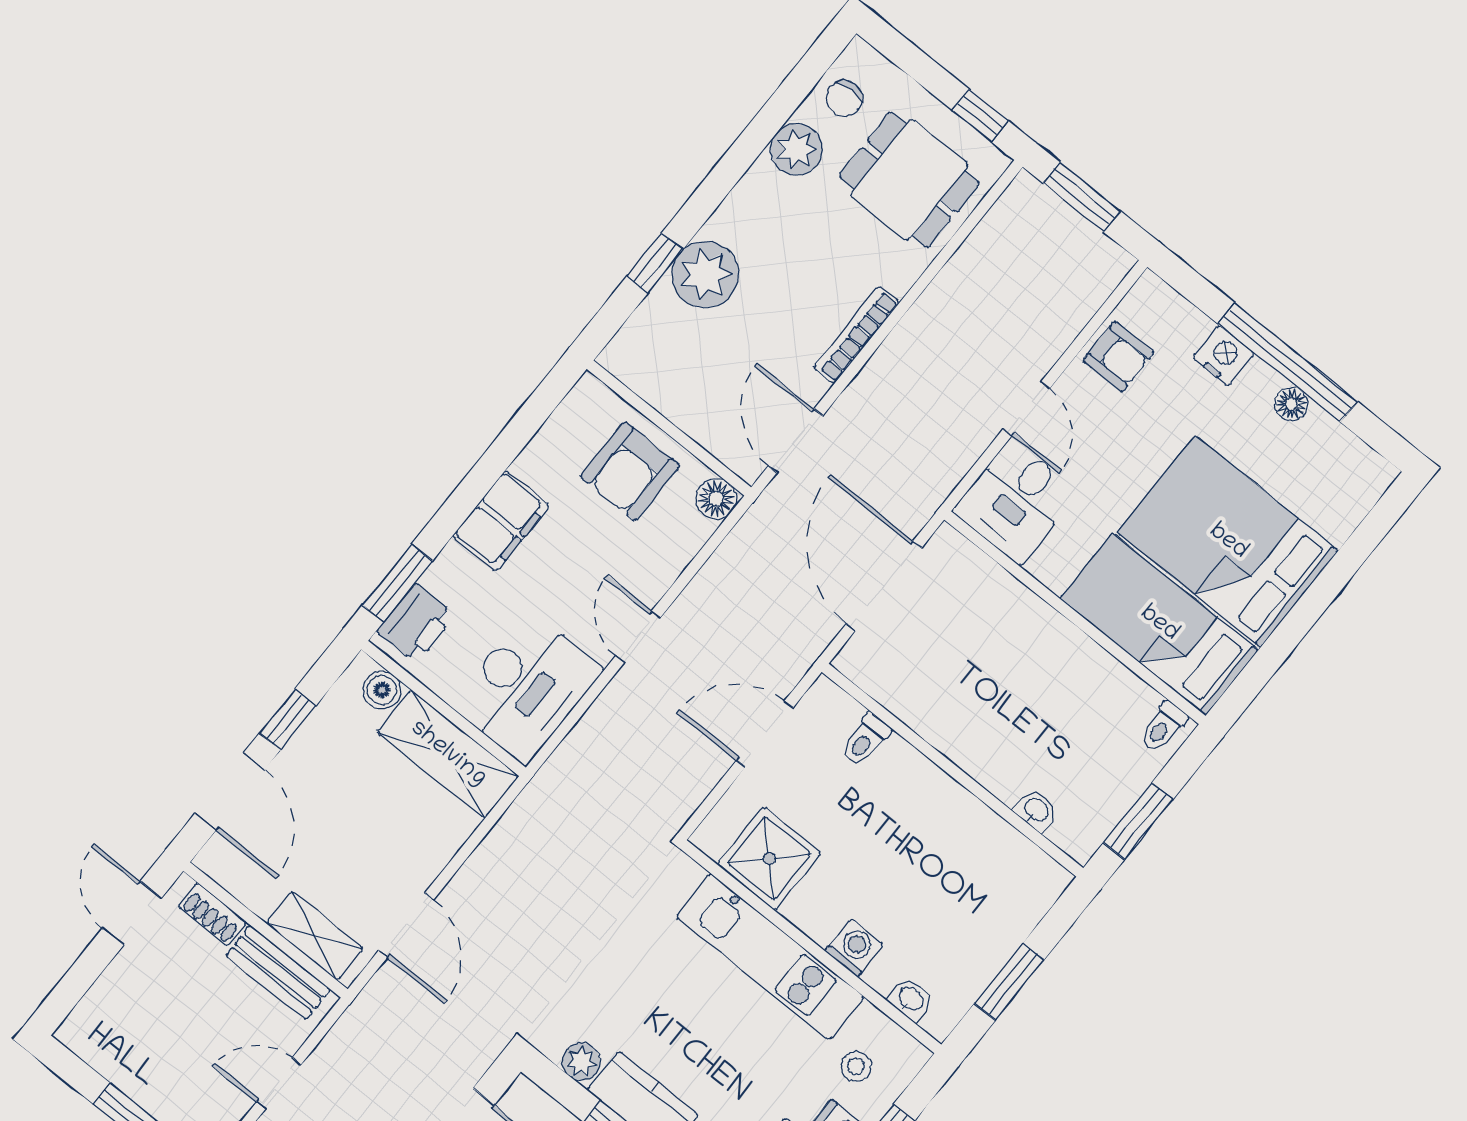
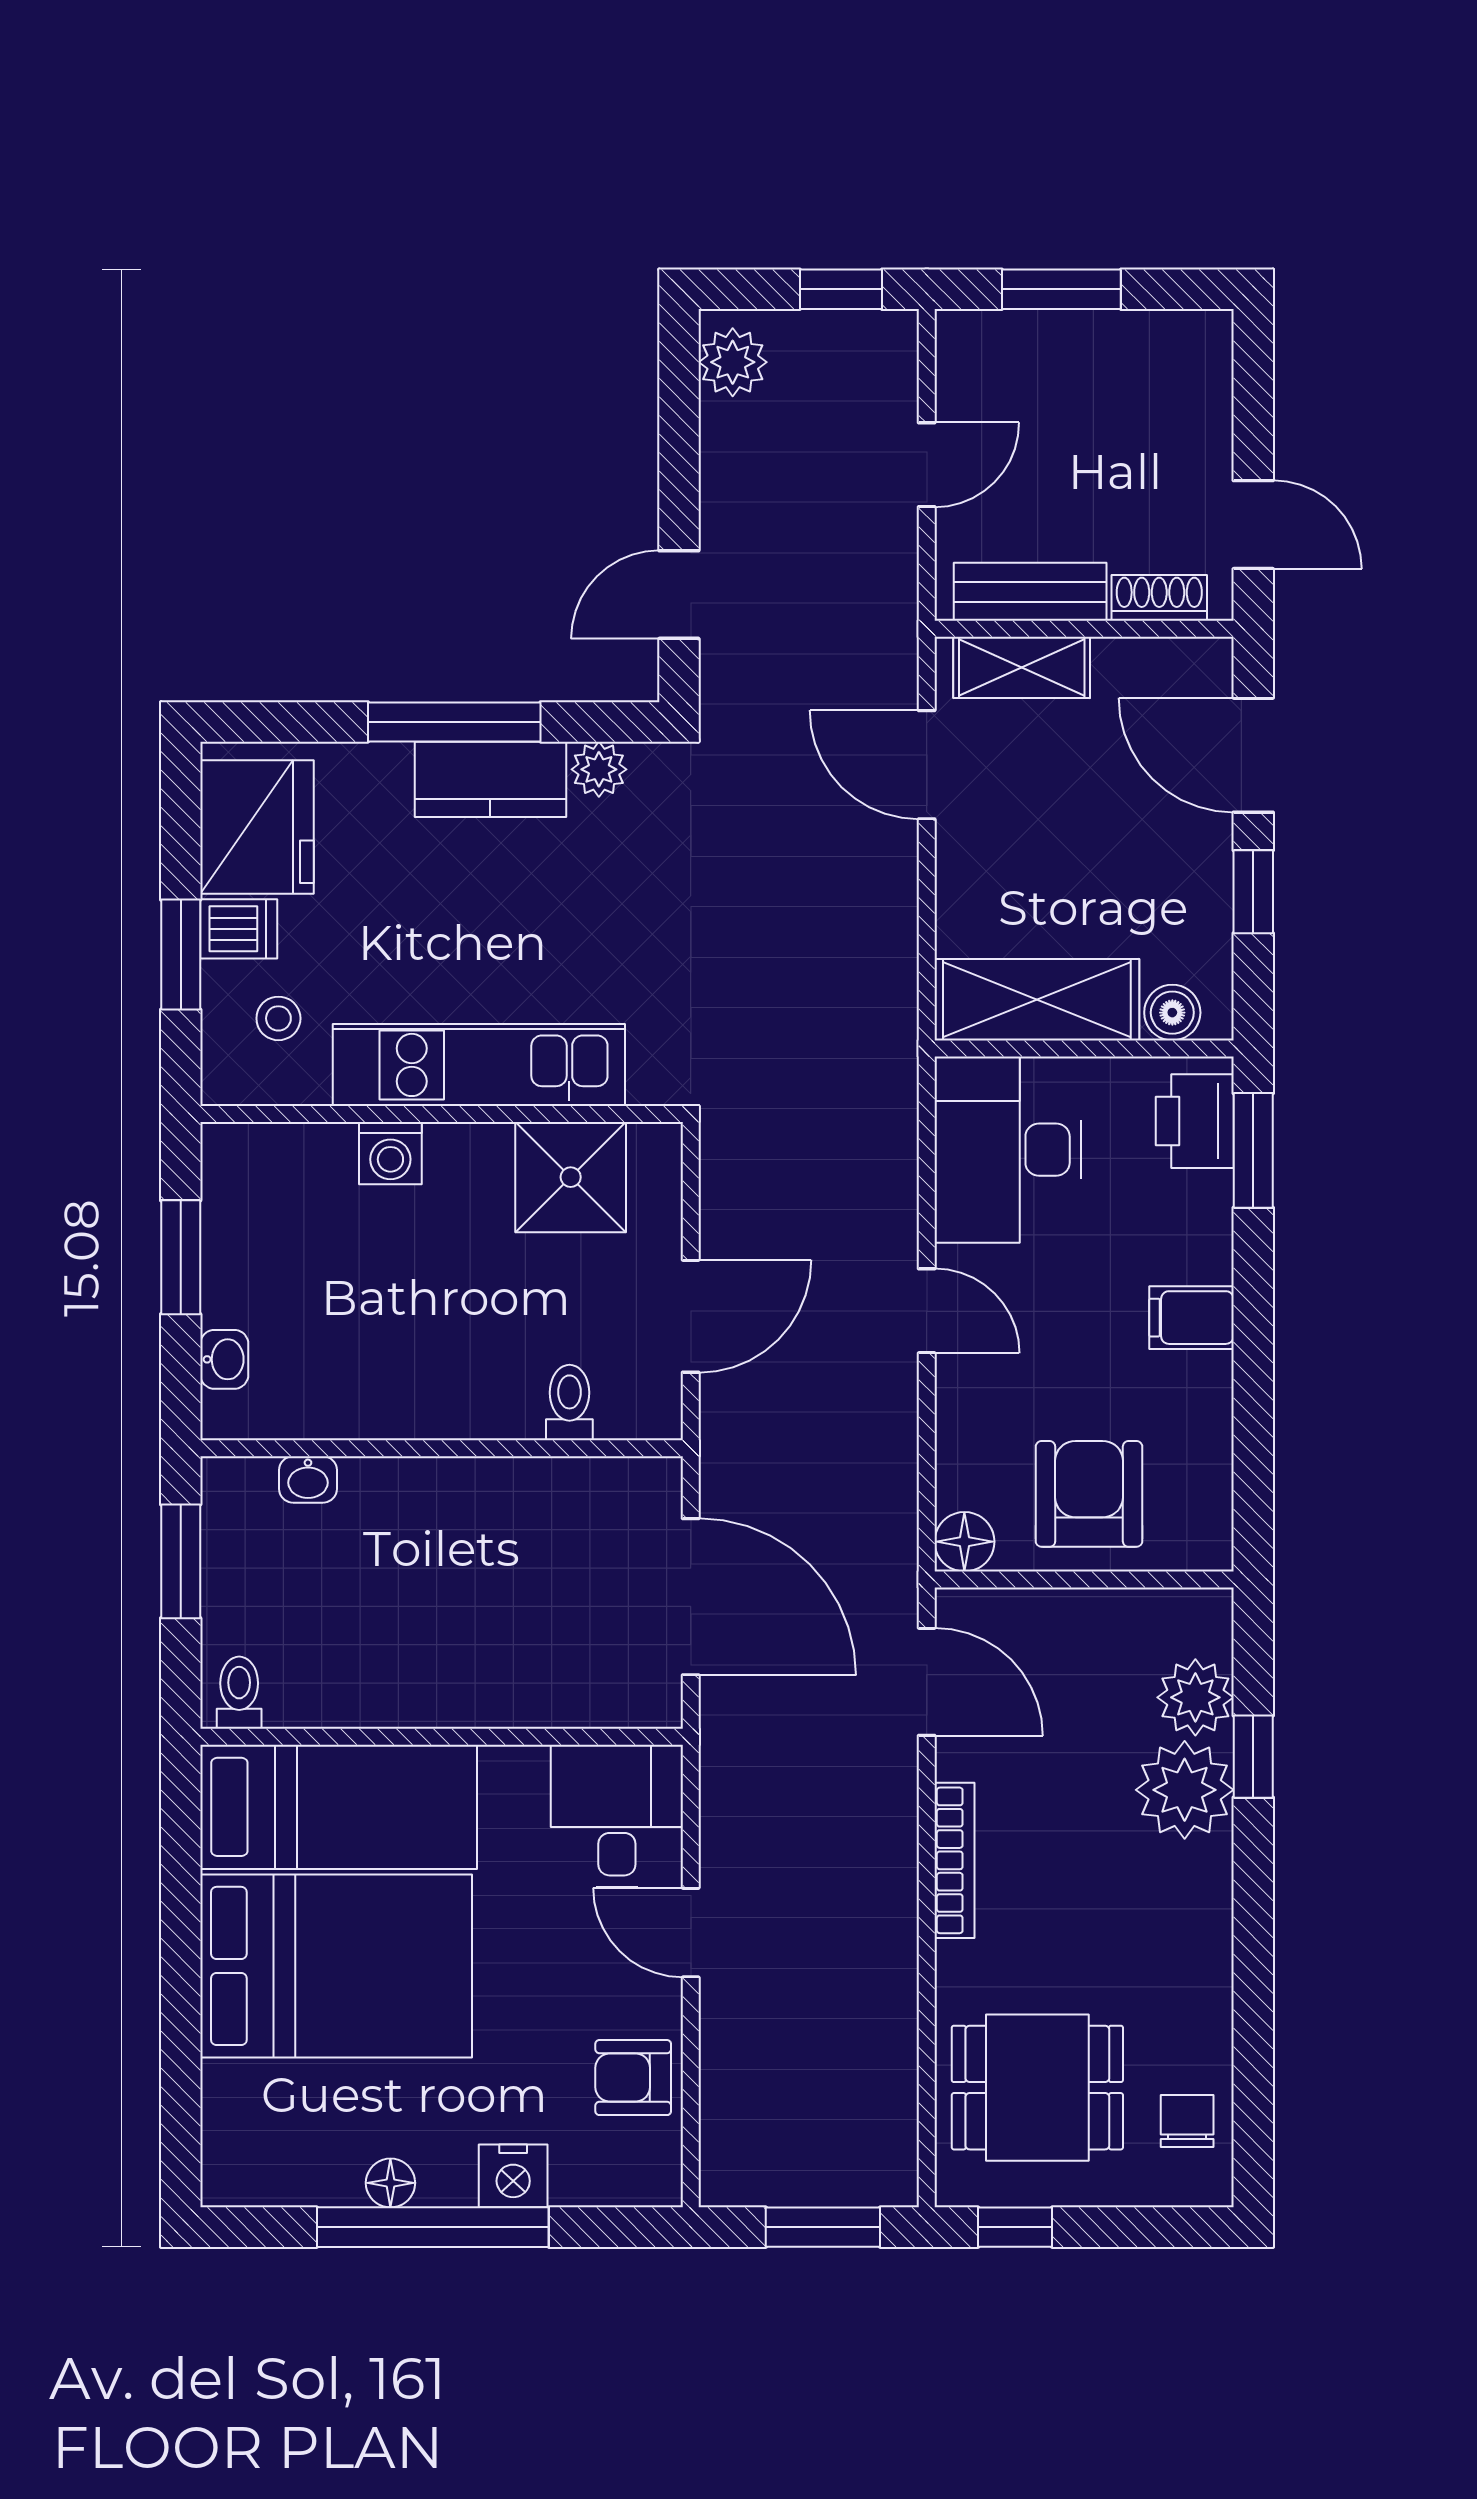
plant: (796, 149) -> (1195, 1697), moved
filing cabinet: (501, 521) -> (1191, 1318), width x0.50
washbasin: (910, 999) -> (224, 1359), moved, turned -90

